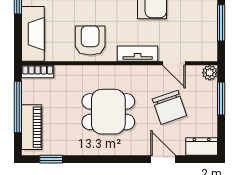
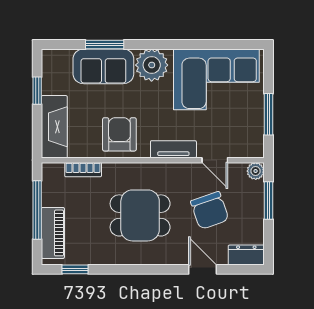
bookcase: (38, 71) -> (83, 170), moved

